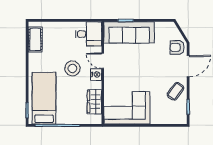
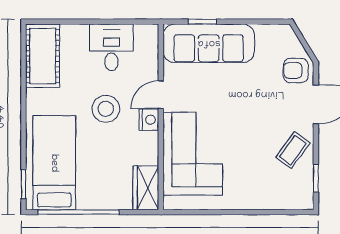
desk: (89, 34) -> (111, 47), moved, turned -90
cot: (35, 39) -> (43, 56), width x1.37, depth x1.34
door: (103, 61) -> (161, 95), hinge flipped
wardrobe: (94, 102) -> (146, 188), moved
corner sofa: (127, 108) -> (193, 154), moved, turned 90

